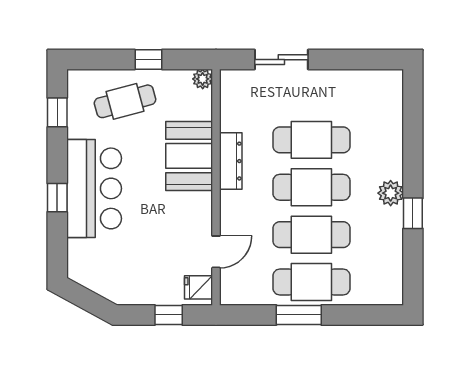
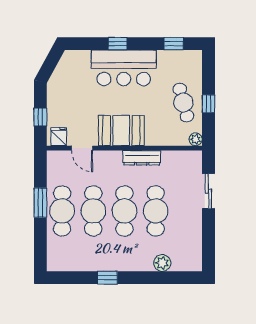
cafe table: (125, 101) -> (183, 103), moved
booth: (189, 156) -> (121, 131), moved
plant: (391, 193) -> (162, 263), moved

